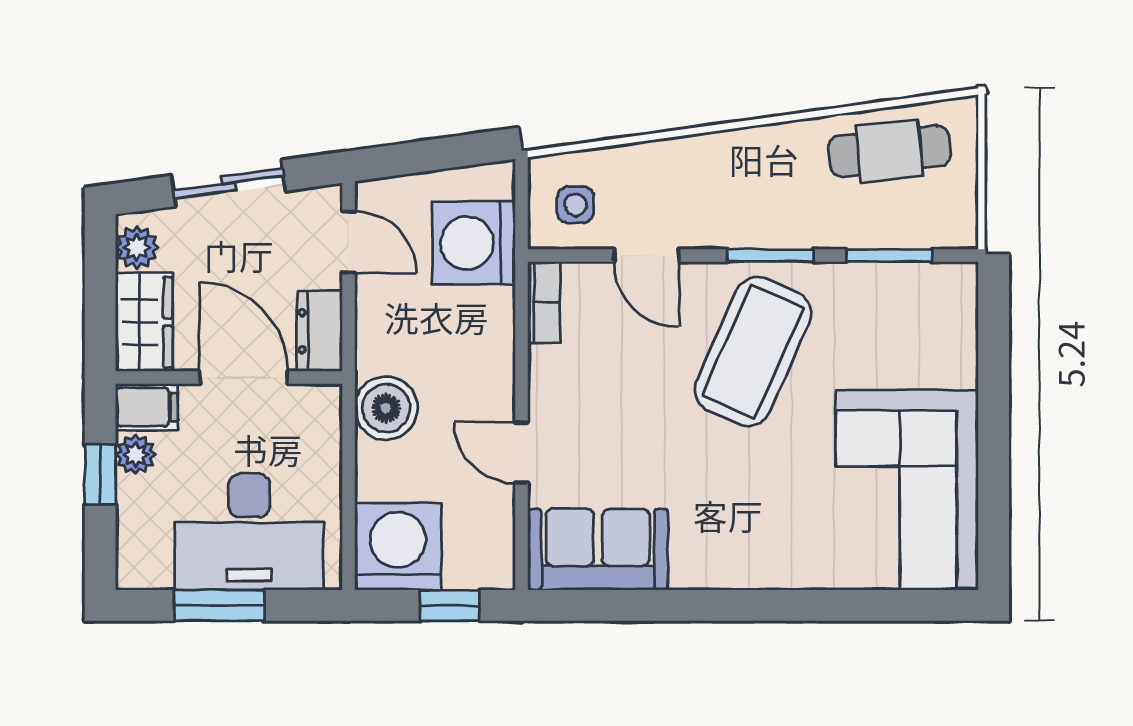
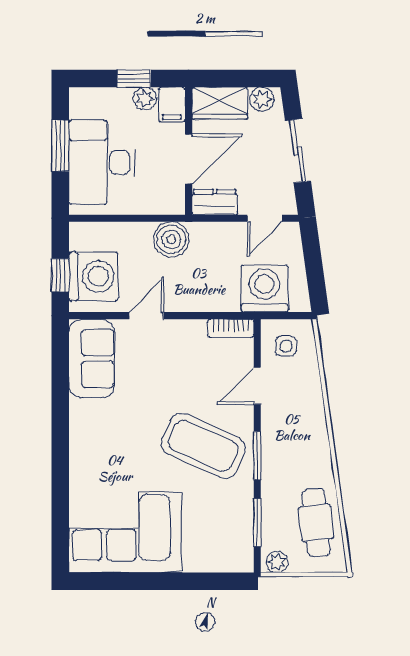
plant: (959, 220) -> (277, 562), added
washing machine: (398, 547) -> (93, 276), moved

